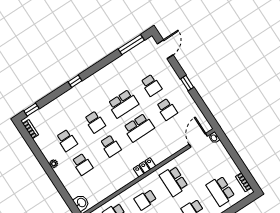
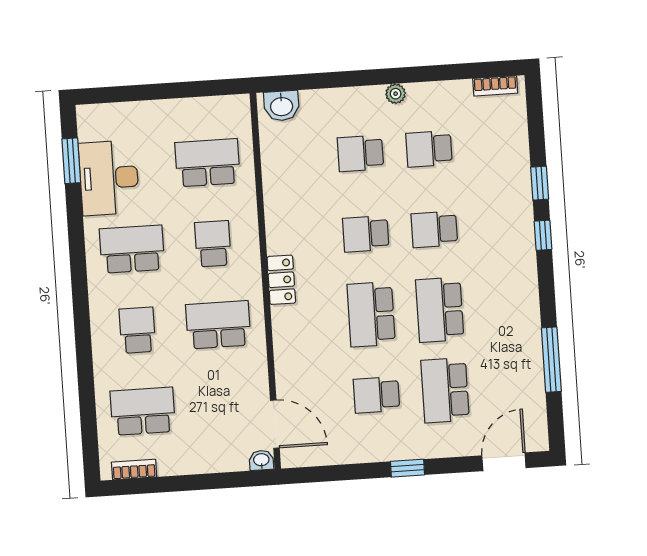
window: (131, 45) -> (551, 360), moved
door: (165, 49) -> (504, 462), swing flipped
school desk: (151, 85) -> (445, 390), width x1.85
window: (31, 110) -> (540, 183), moved

